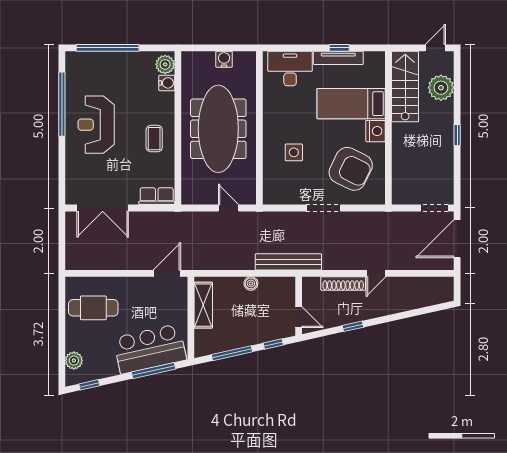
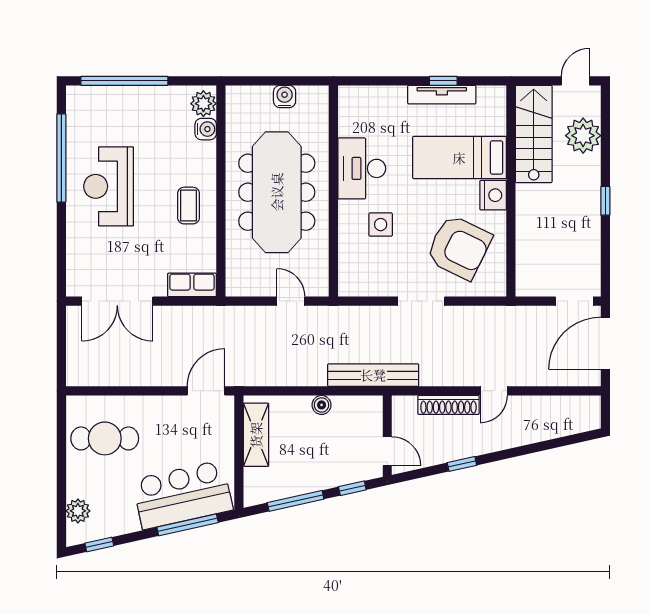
desk: (290, 69) -> (362, 168), moved, turned -90

